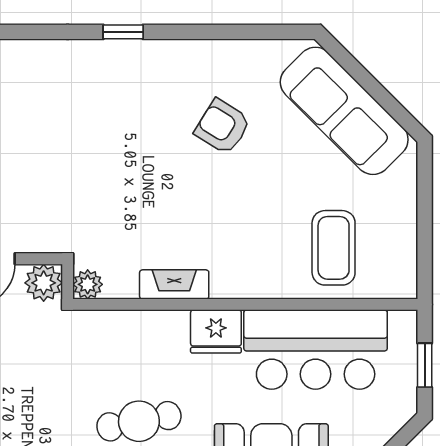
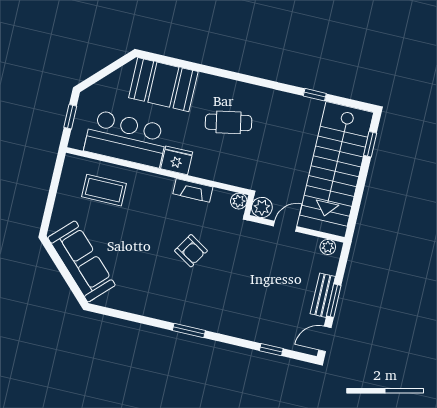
window: (123, 32) -> (189, 330), width x1.50
armchair: (222, 127) -> (191, 251), moved
coffee table: (334, 248) -> (104, 190), turned 90

